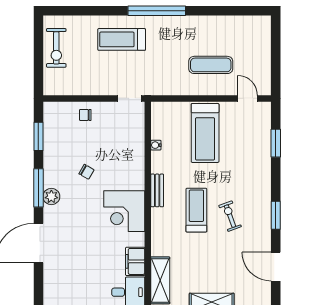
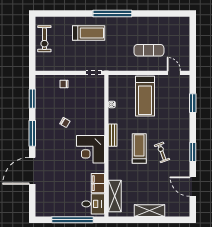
treadmill: (122, 39) -> (89, 33), turned 180
plant: (51, 197) -> (41, 139), removed

